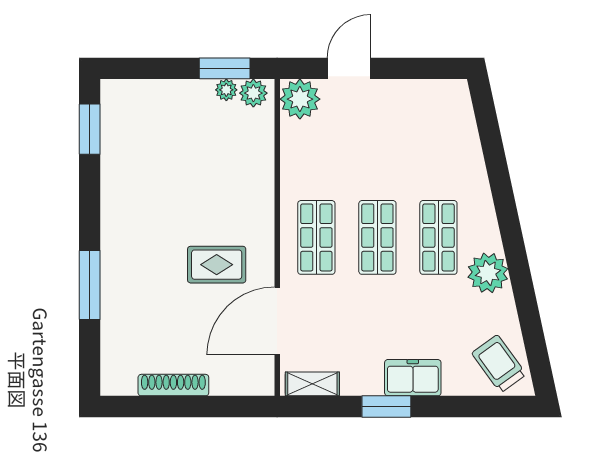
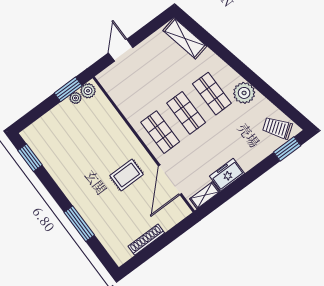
plant: (300, 99) -> (110, 79), removed
shelving: (460, 123) -> (185, 38), added
freezer: (413, 378) -> (227, 175), moved
window: (386, 407) -> (287, 149), moved

